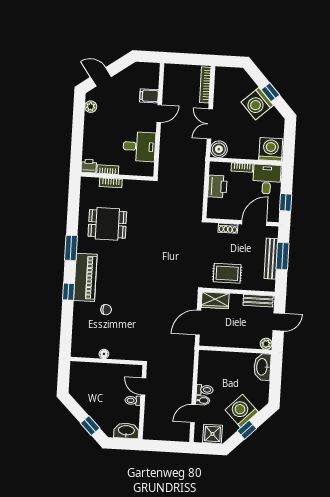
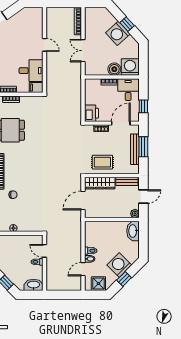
filing cabinet: (149, 96) -> (36, 88), moved
door: (159, 113) -> (44, 45), hinge flipped
boiler: (219, 149) -> (114, 69), moved
printer: (217, 186) -> (91, 113), moved
wardrobe: (215, 300) -> (100, 183), width x1.50

